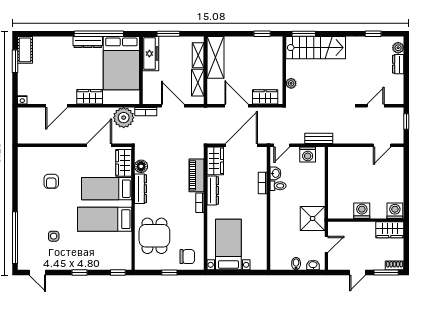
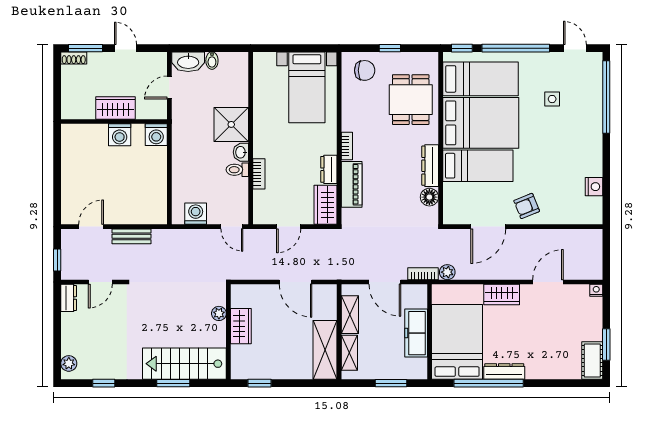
window: (304, 34) -> (173, 383), moved
freezer: (151, 54) -> (416, 333), moved
dresser: (398, 64) -> (69, 298), moved
wardrobe: (265, 97) -> (241, 326), moved, turned -90
plant: (124, 118) -> (447, 272), width x0.53, depth x0.53
bench: (319, 138) -> (131, 236), moved
door: (241, 145) -> (289, 227), width x0.53
door: (282, 145) -> (232, 227), swing flipped
wardrobe: (124, 163) -> (454, 202), removed
washbasin: (275, 173) -> (241, 152), moved
nightstand: (24, 174) -> (594, 187), added
armchair: (51, 181) -> (527, 206), moved, turned -112
dresser: (213, 190) -> (329, 169), width x0.70
washing machine: (395, 211) -> (156, 135), moved
bed: (105, 219) -> (481, 123), width x1.50
shower: (313, 219) -> (231, 124), moved
wardrobe: (390, 230) -> (115, 108), moved
bed: (105, 251) -> (481, 79), added
chair: (187, 257) -> (365, 70), turned 180
washbasin: (313, 265) -> (188, 62), width x1.91, depth x1.45
window: (80, 272) -> (516, 48), width x3.17
door: (358, 272) -> (126, 48), hinge flipped

